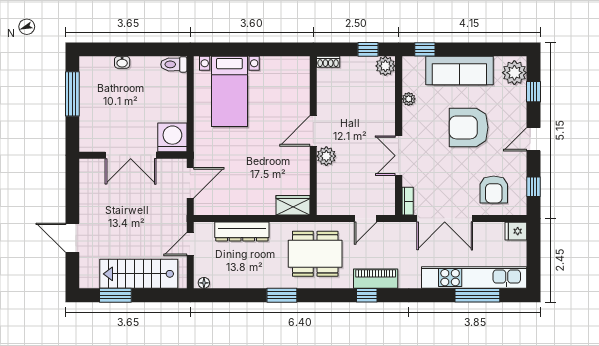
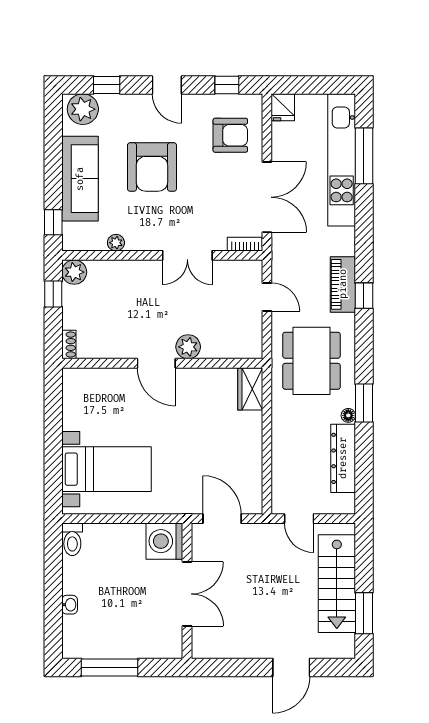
dresser: (242, 231) -> (343, 458), moved, turned 180
floor lamp: (204, 283) -> (348, 415), moved

